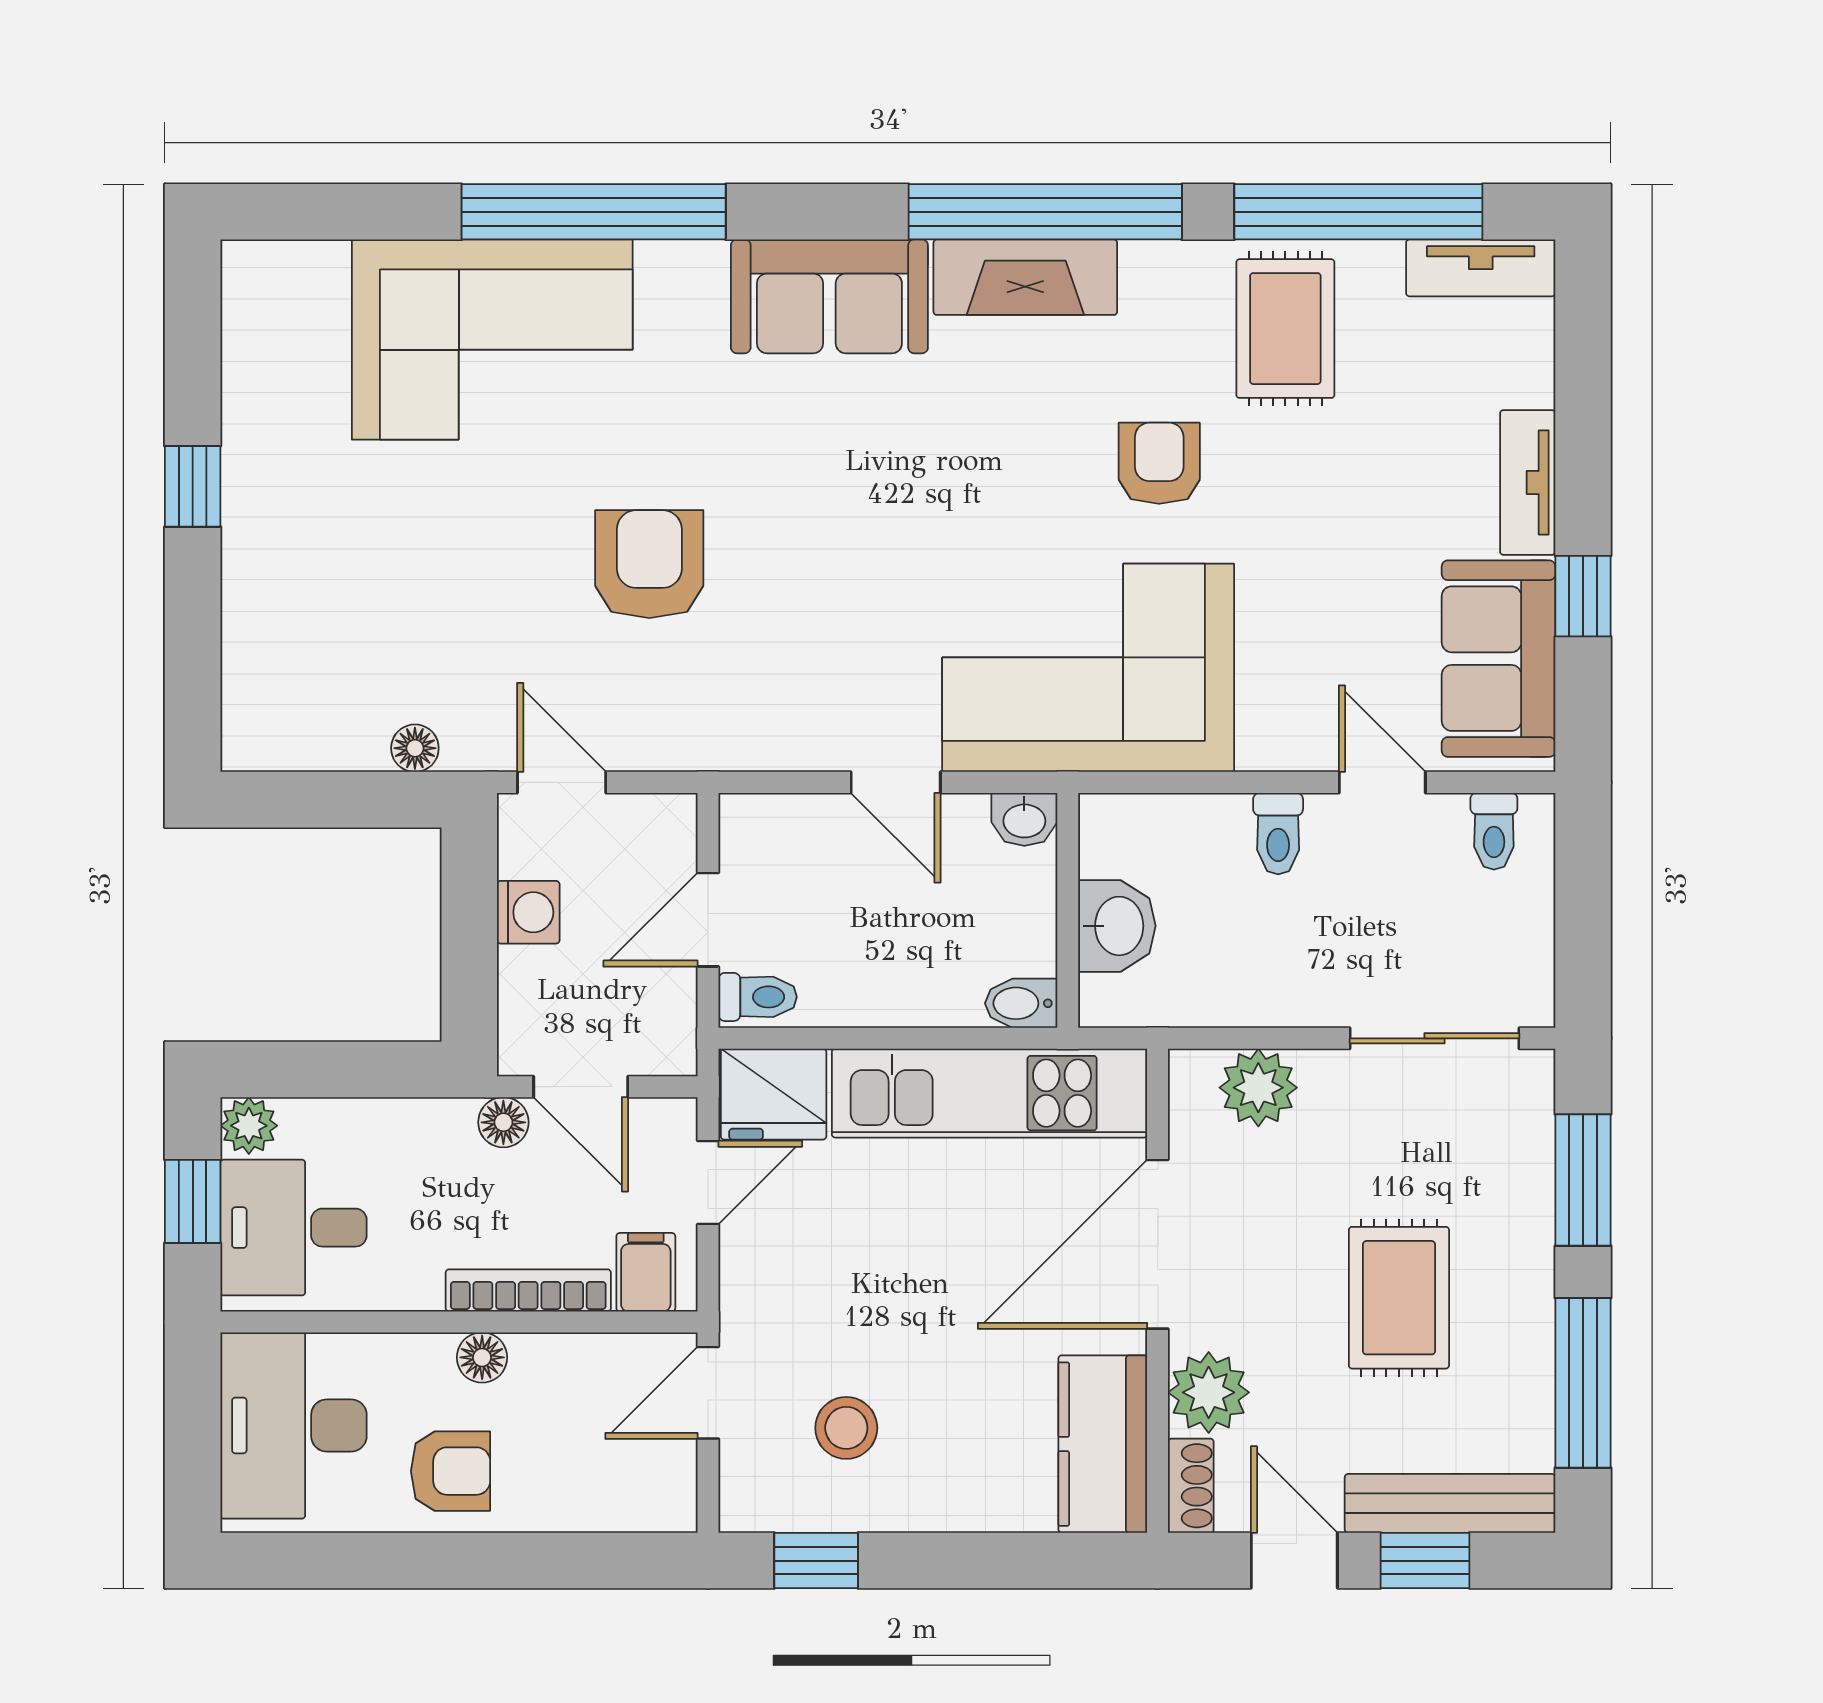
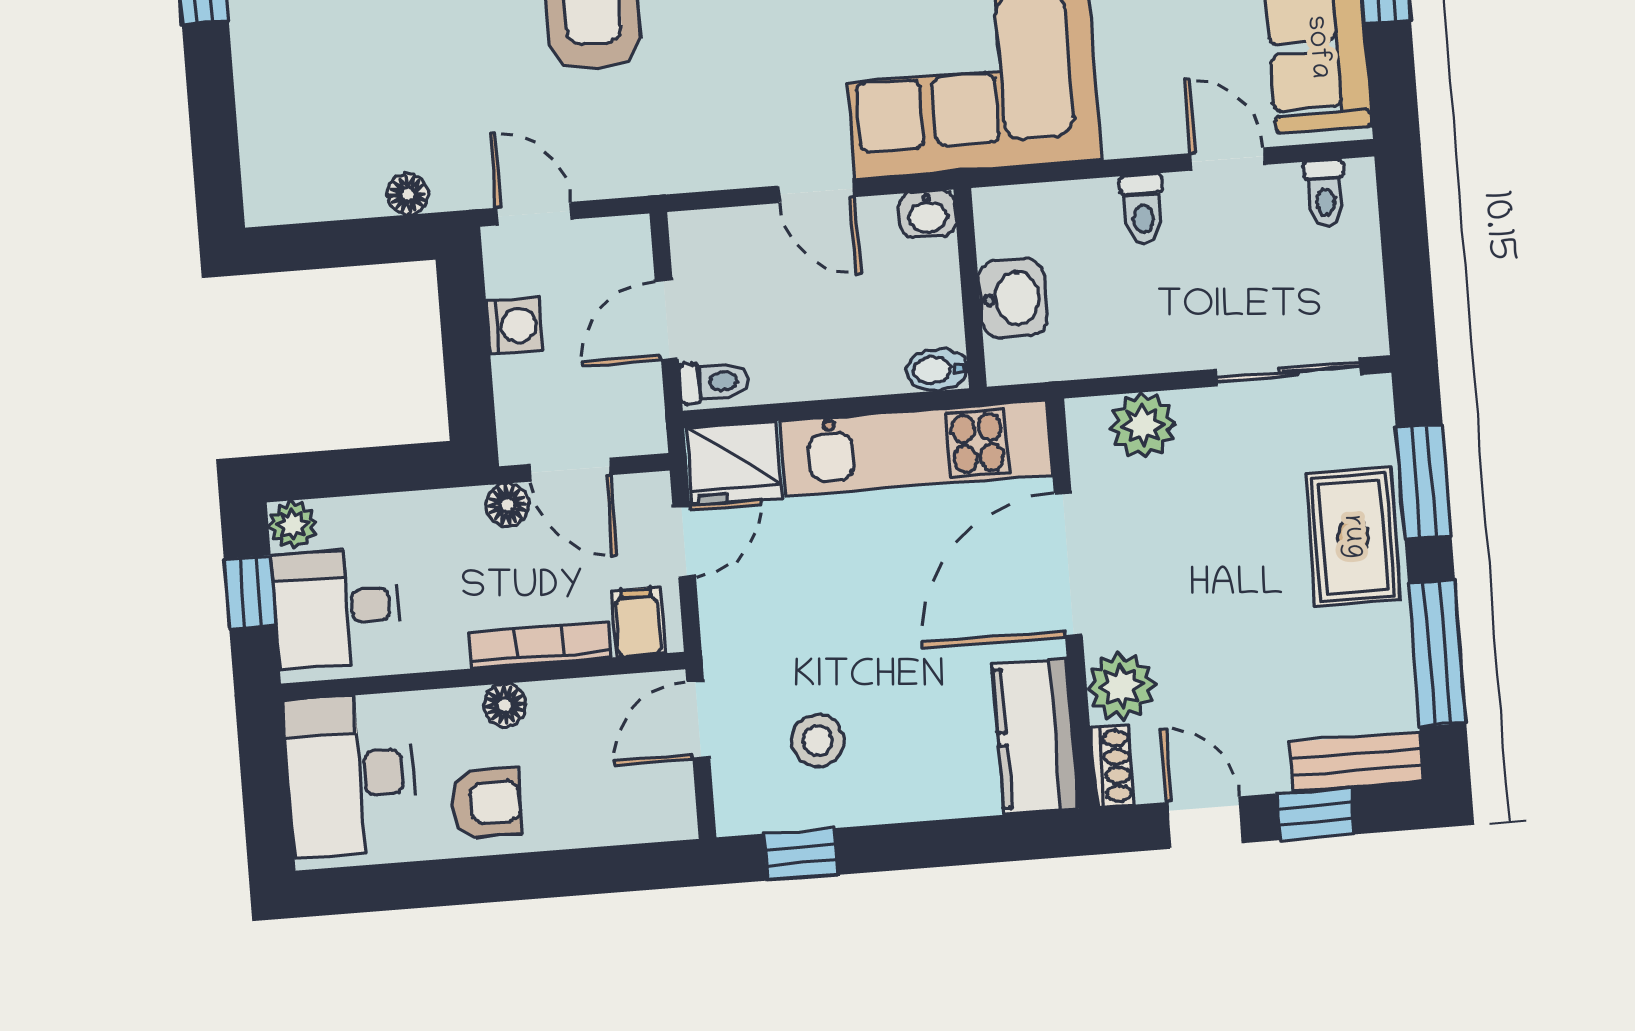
rug: (1399, 1298) -> (1353, 537), moved
bench: (1450, 1503) -> (1356, 762), width x0.73

